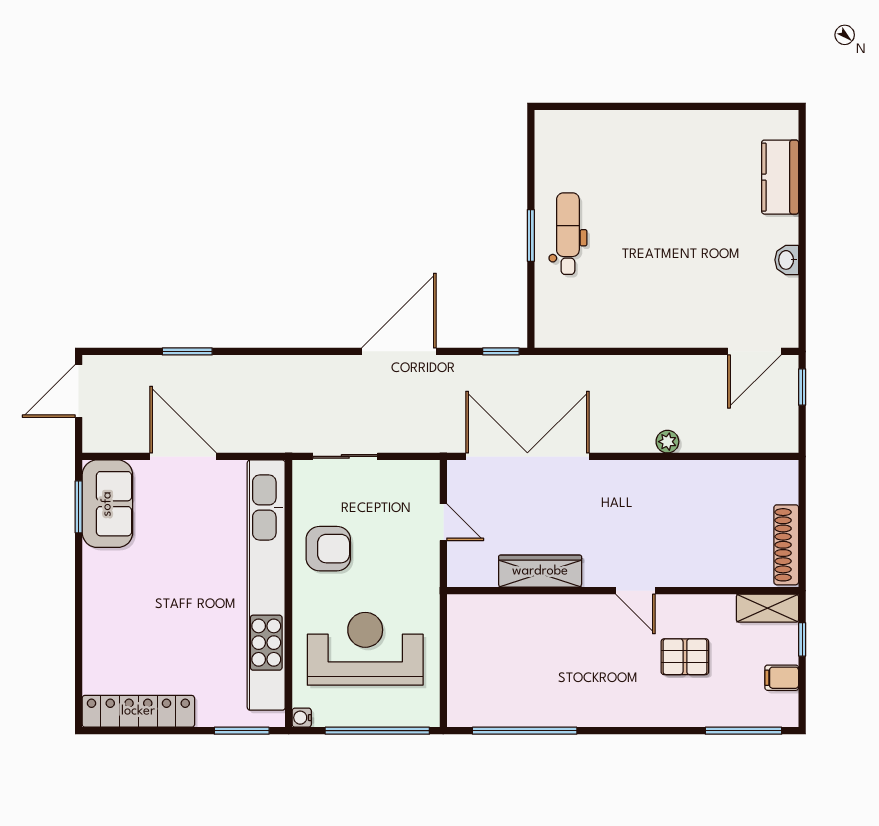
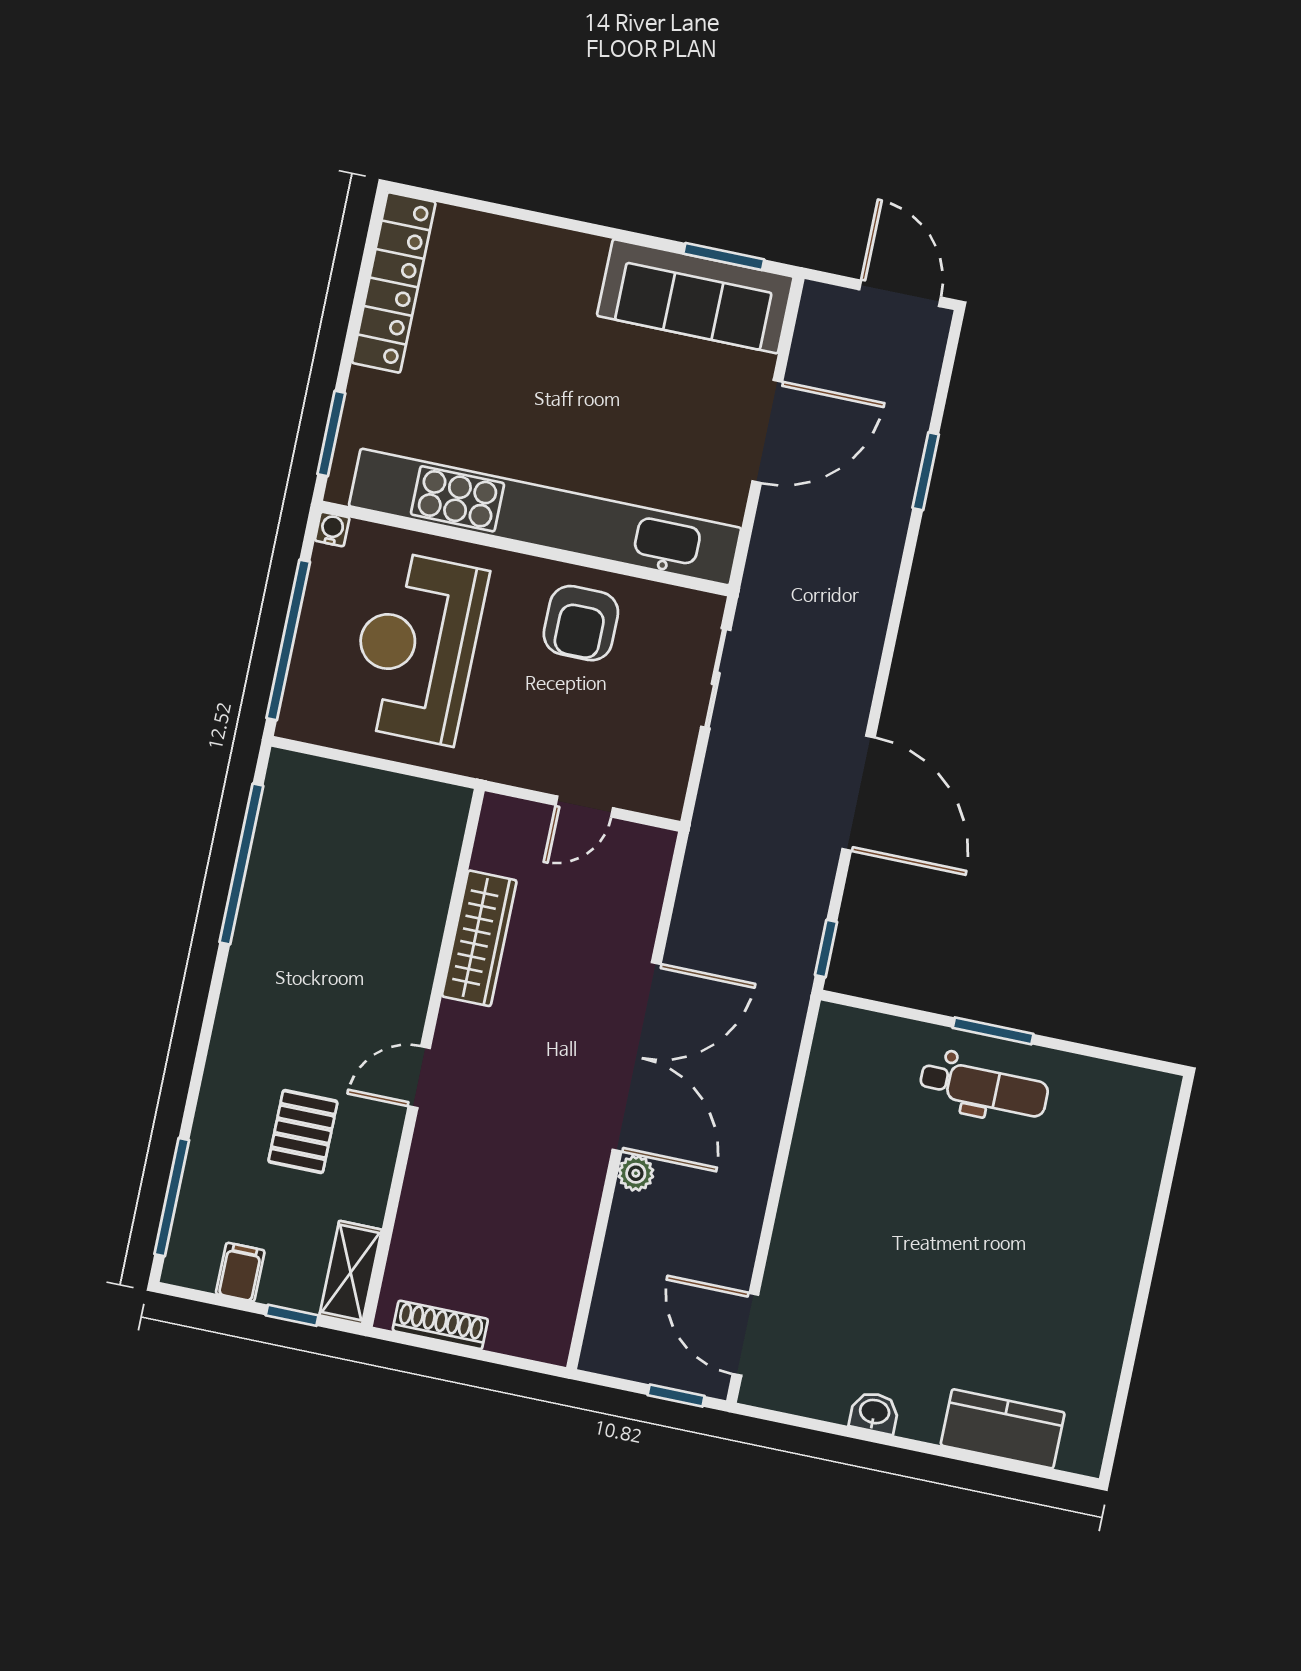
double door: (527, 456) -> (637, 1057), moved
sofa: (107, 504) -> (695, 296), width x1.36
shoe rack: (786, 545) -> (440, 1325), width x0.74, depth x0.81
reception desk: (365, 649) -> (417, 648), turned 180

